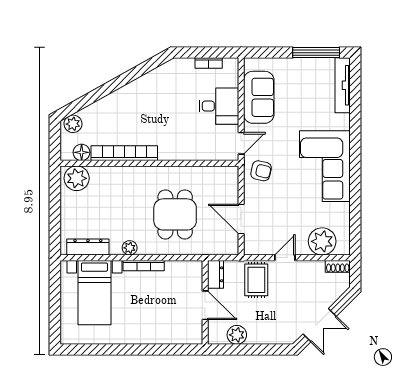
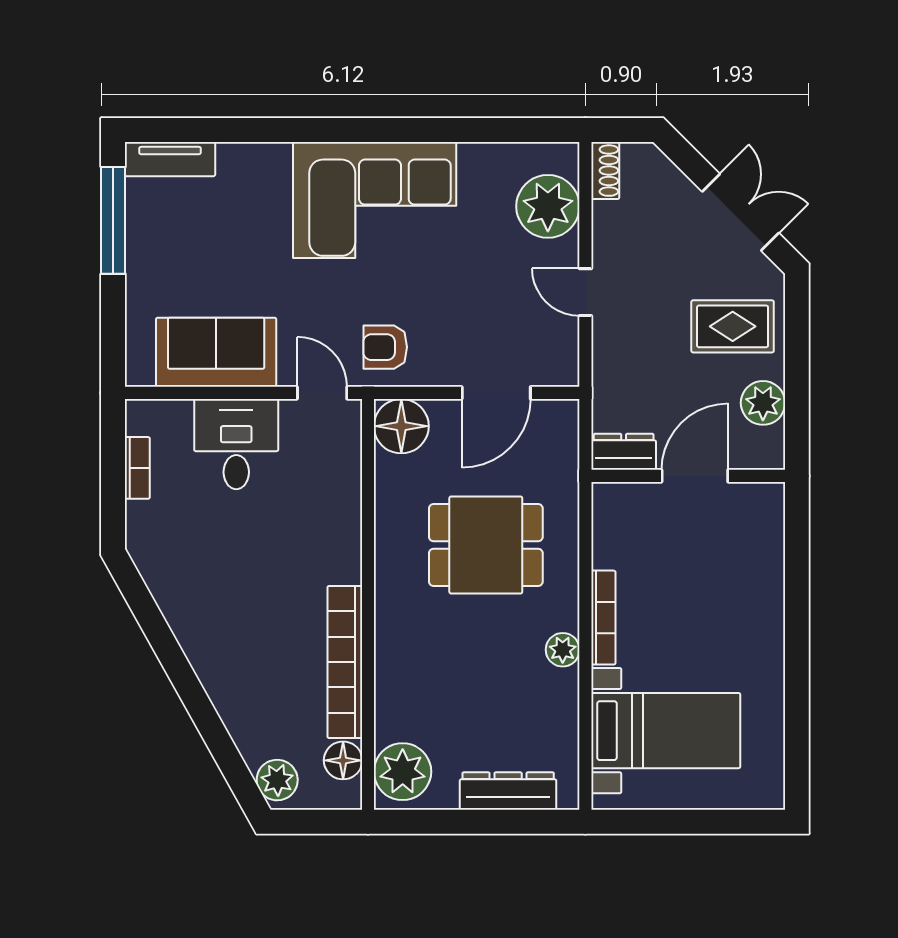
tv unit: (343, 85) -> (170, 159), width x0.71
armchair: (261, 171) -> (385, 347), turned -103
floor lamp: (227, 178) -> (401, 426), added
dresser: (88, 247) -> (508, 791), moved, turned 90
rug: (256, 280) -> (733, 326), moved

